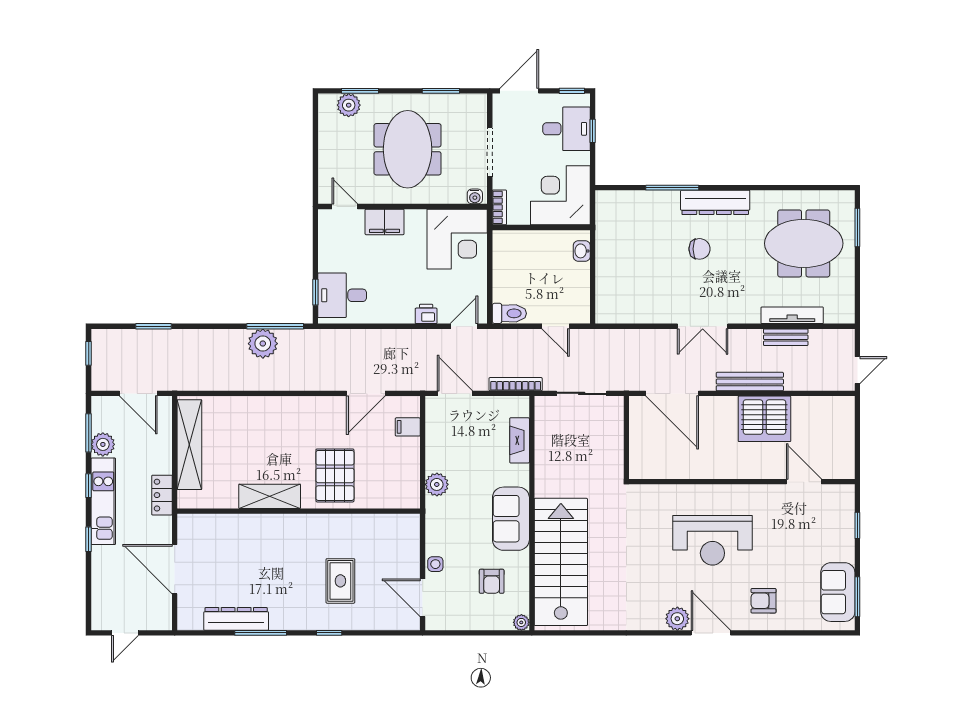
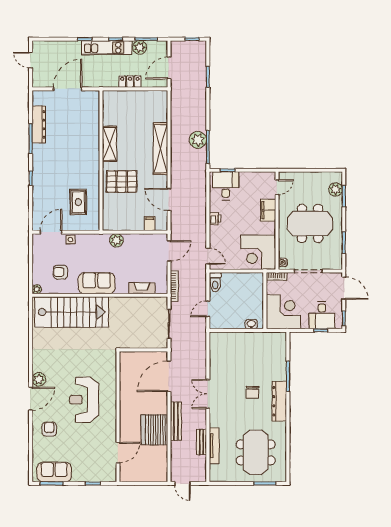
printer: (426, 314) -> (215, 219), moved
shelving: (189, 445) -> (160, 149), moved, turned 90
locker: (162, 495) -> (130, 82), moved
rug: (340, 581) -> (78, 202), moved, turned 90

